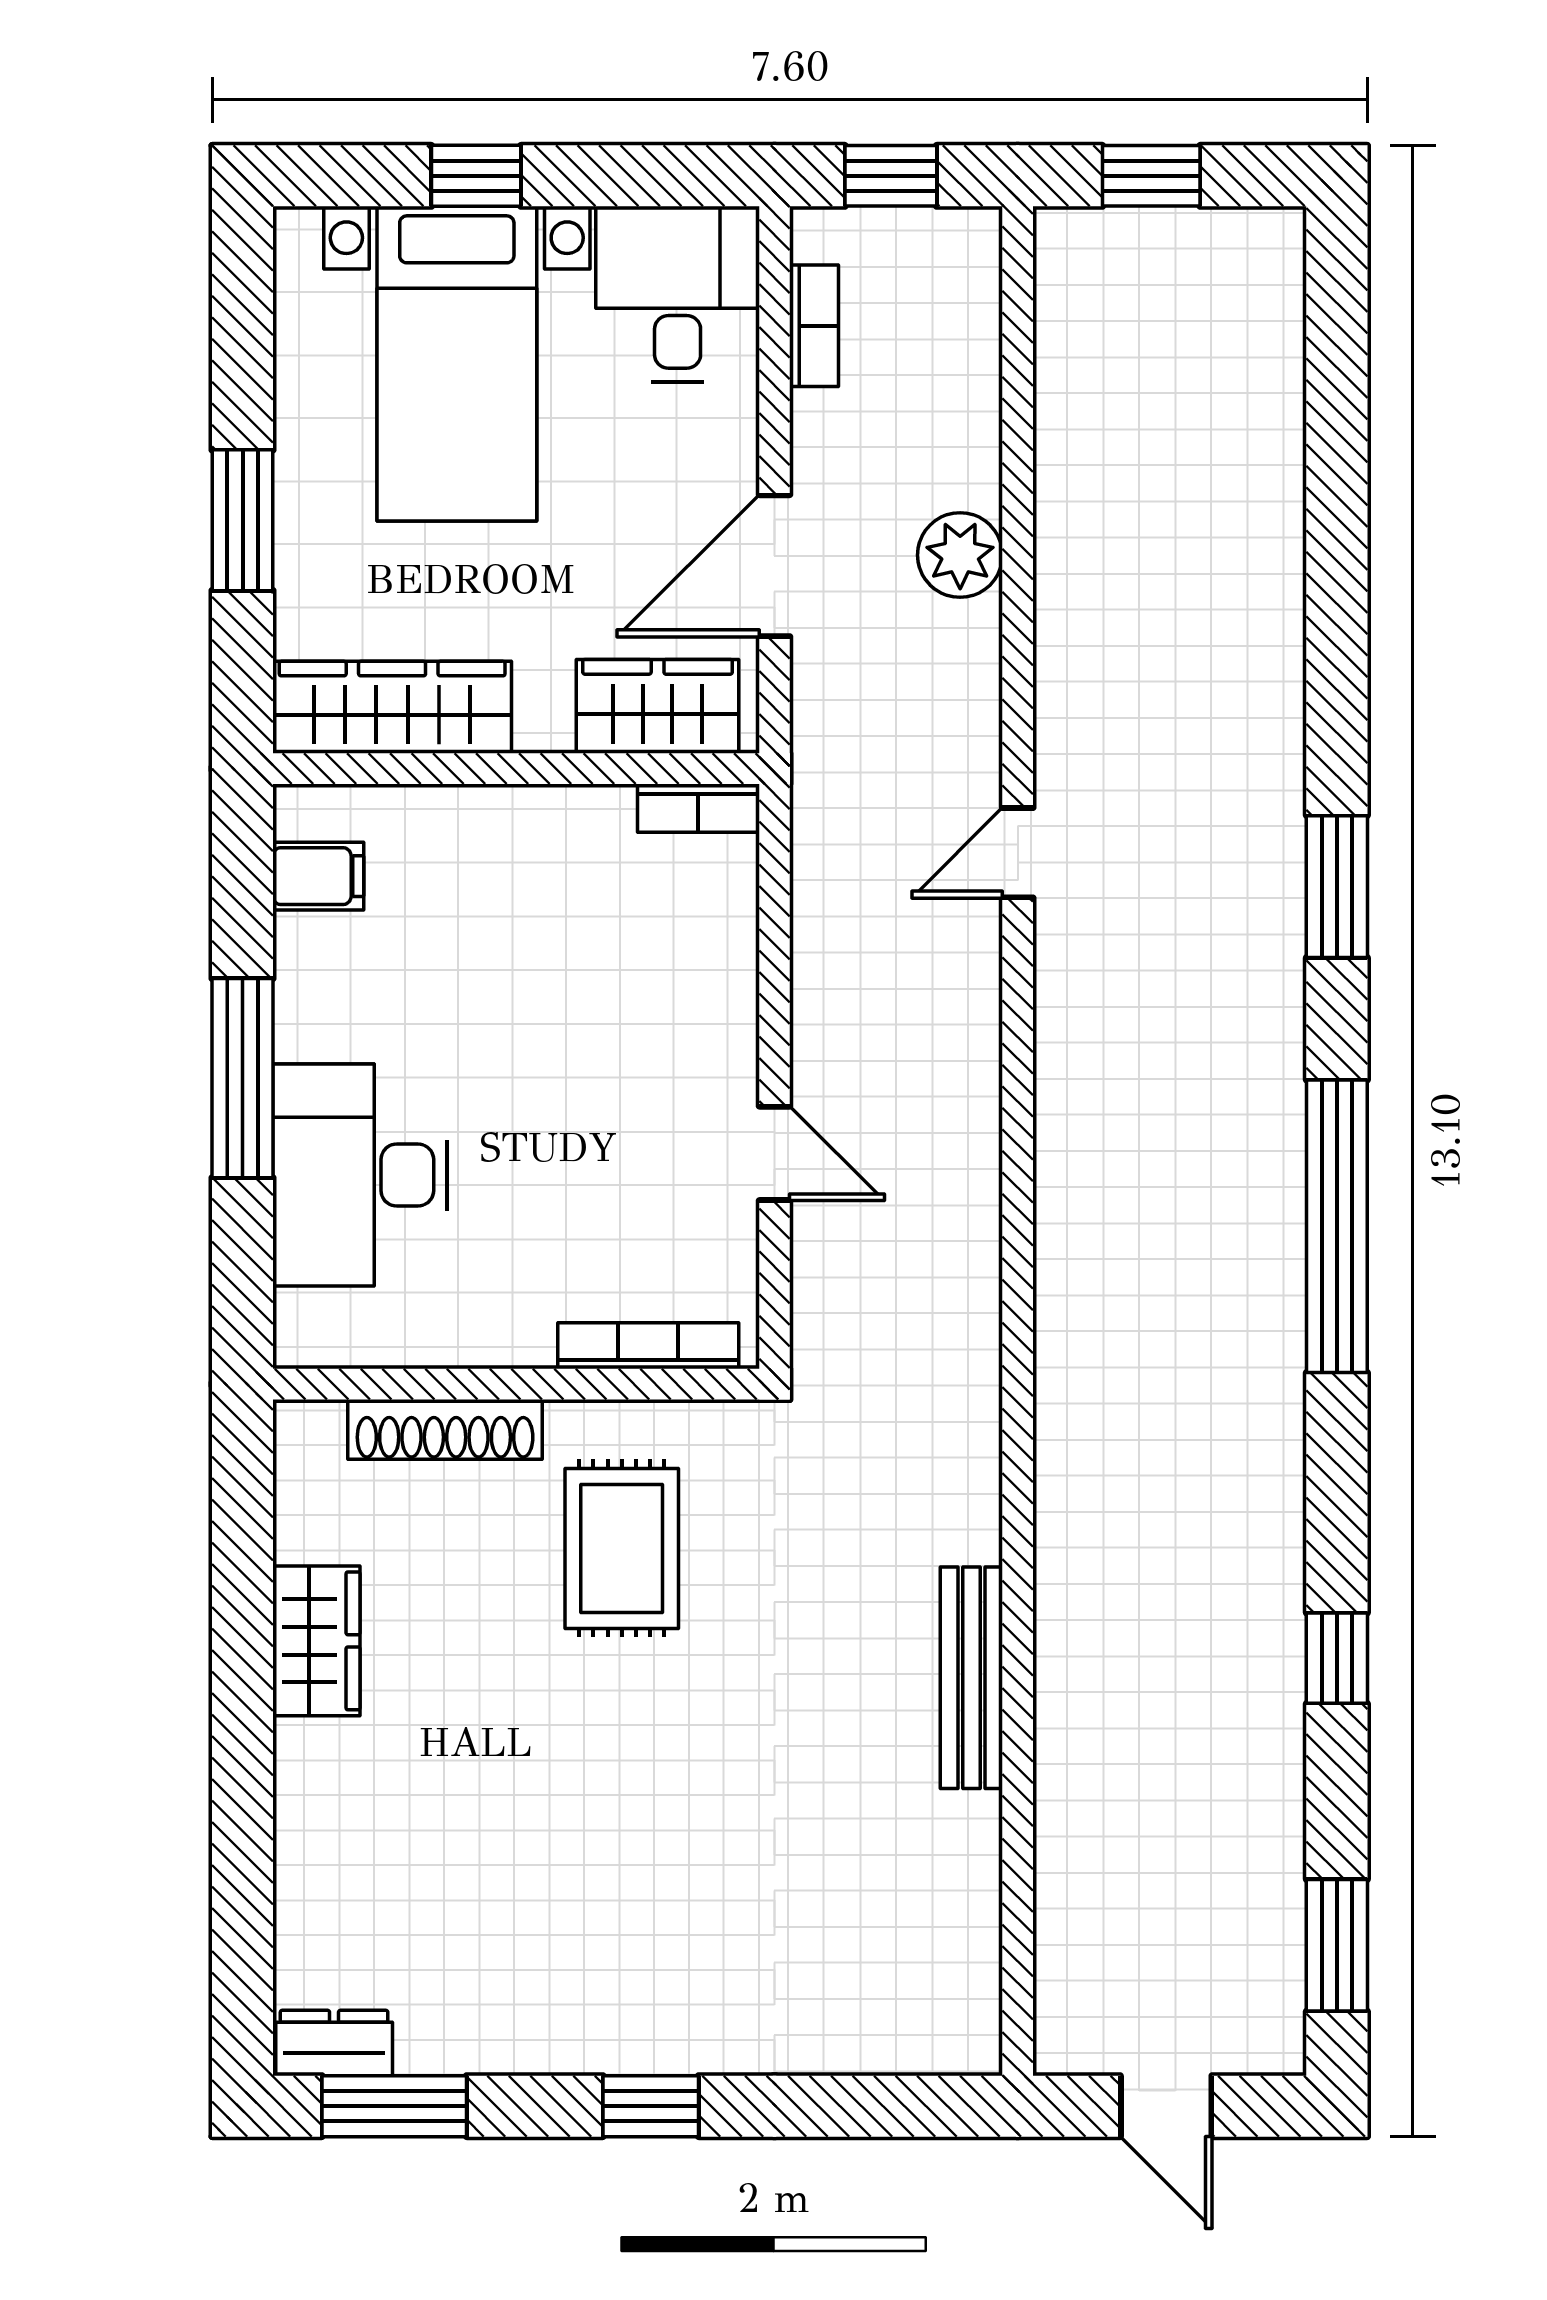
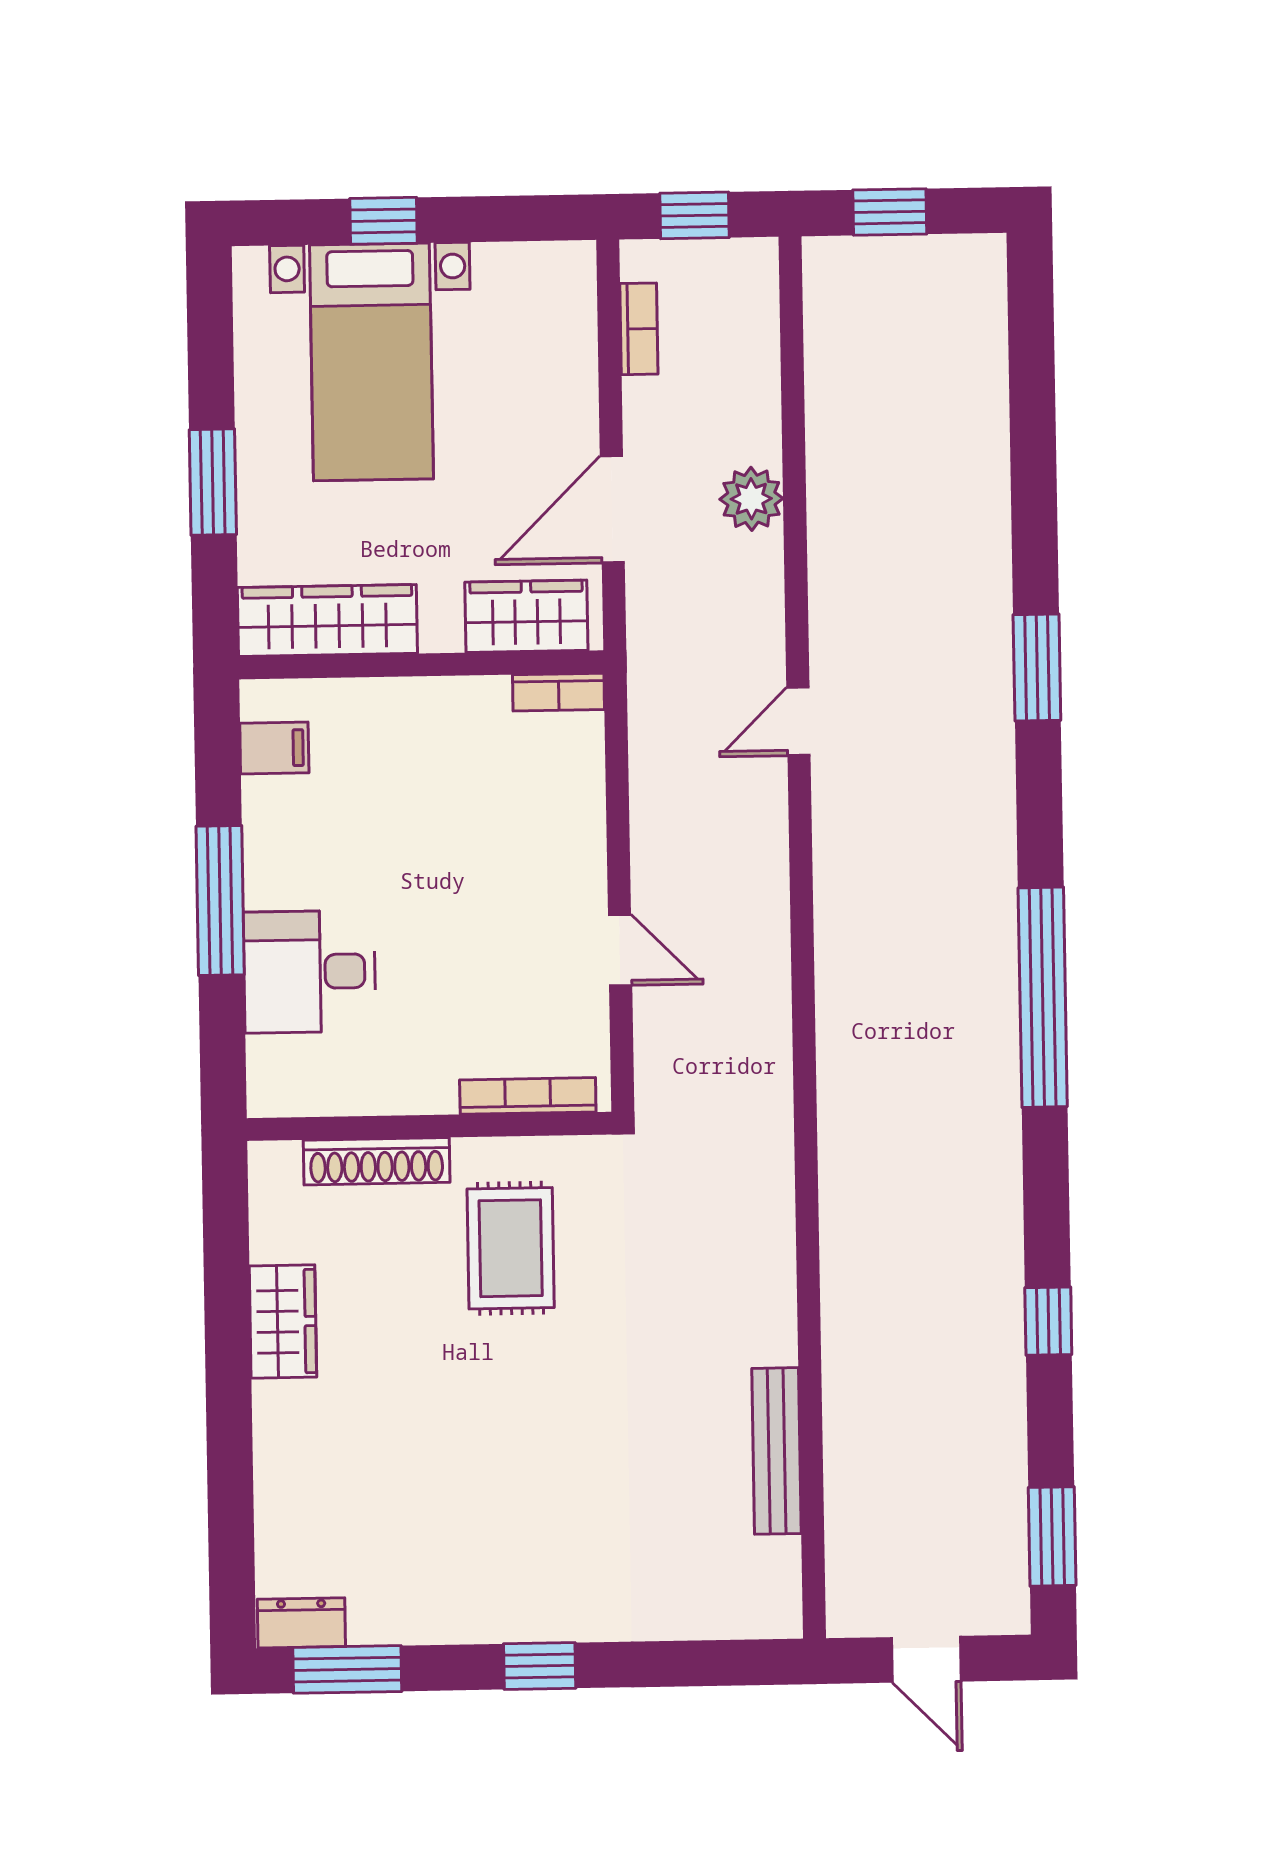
desk: (678, 294) -> (536, 307), removed
window: (1337, 887) -> (1037, 667), moved
desk: (360, 1175) -> (310, 972), width x0.73
bench: (971, 1678) -> (777, 1451), moved

